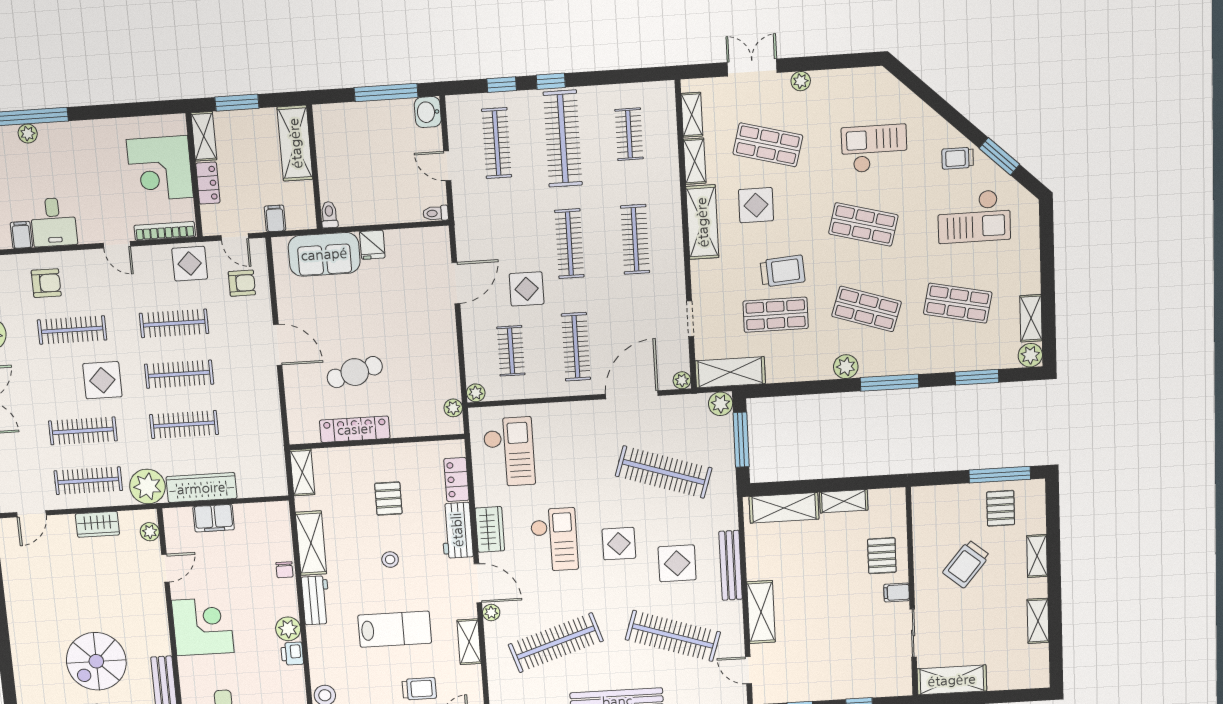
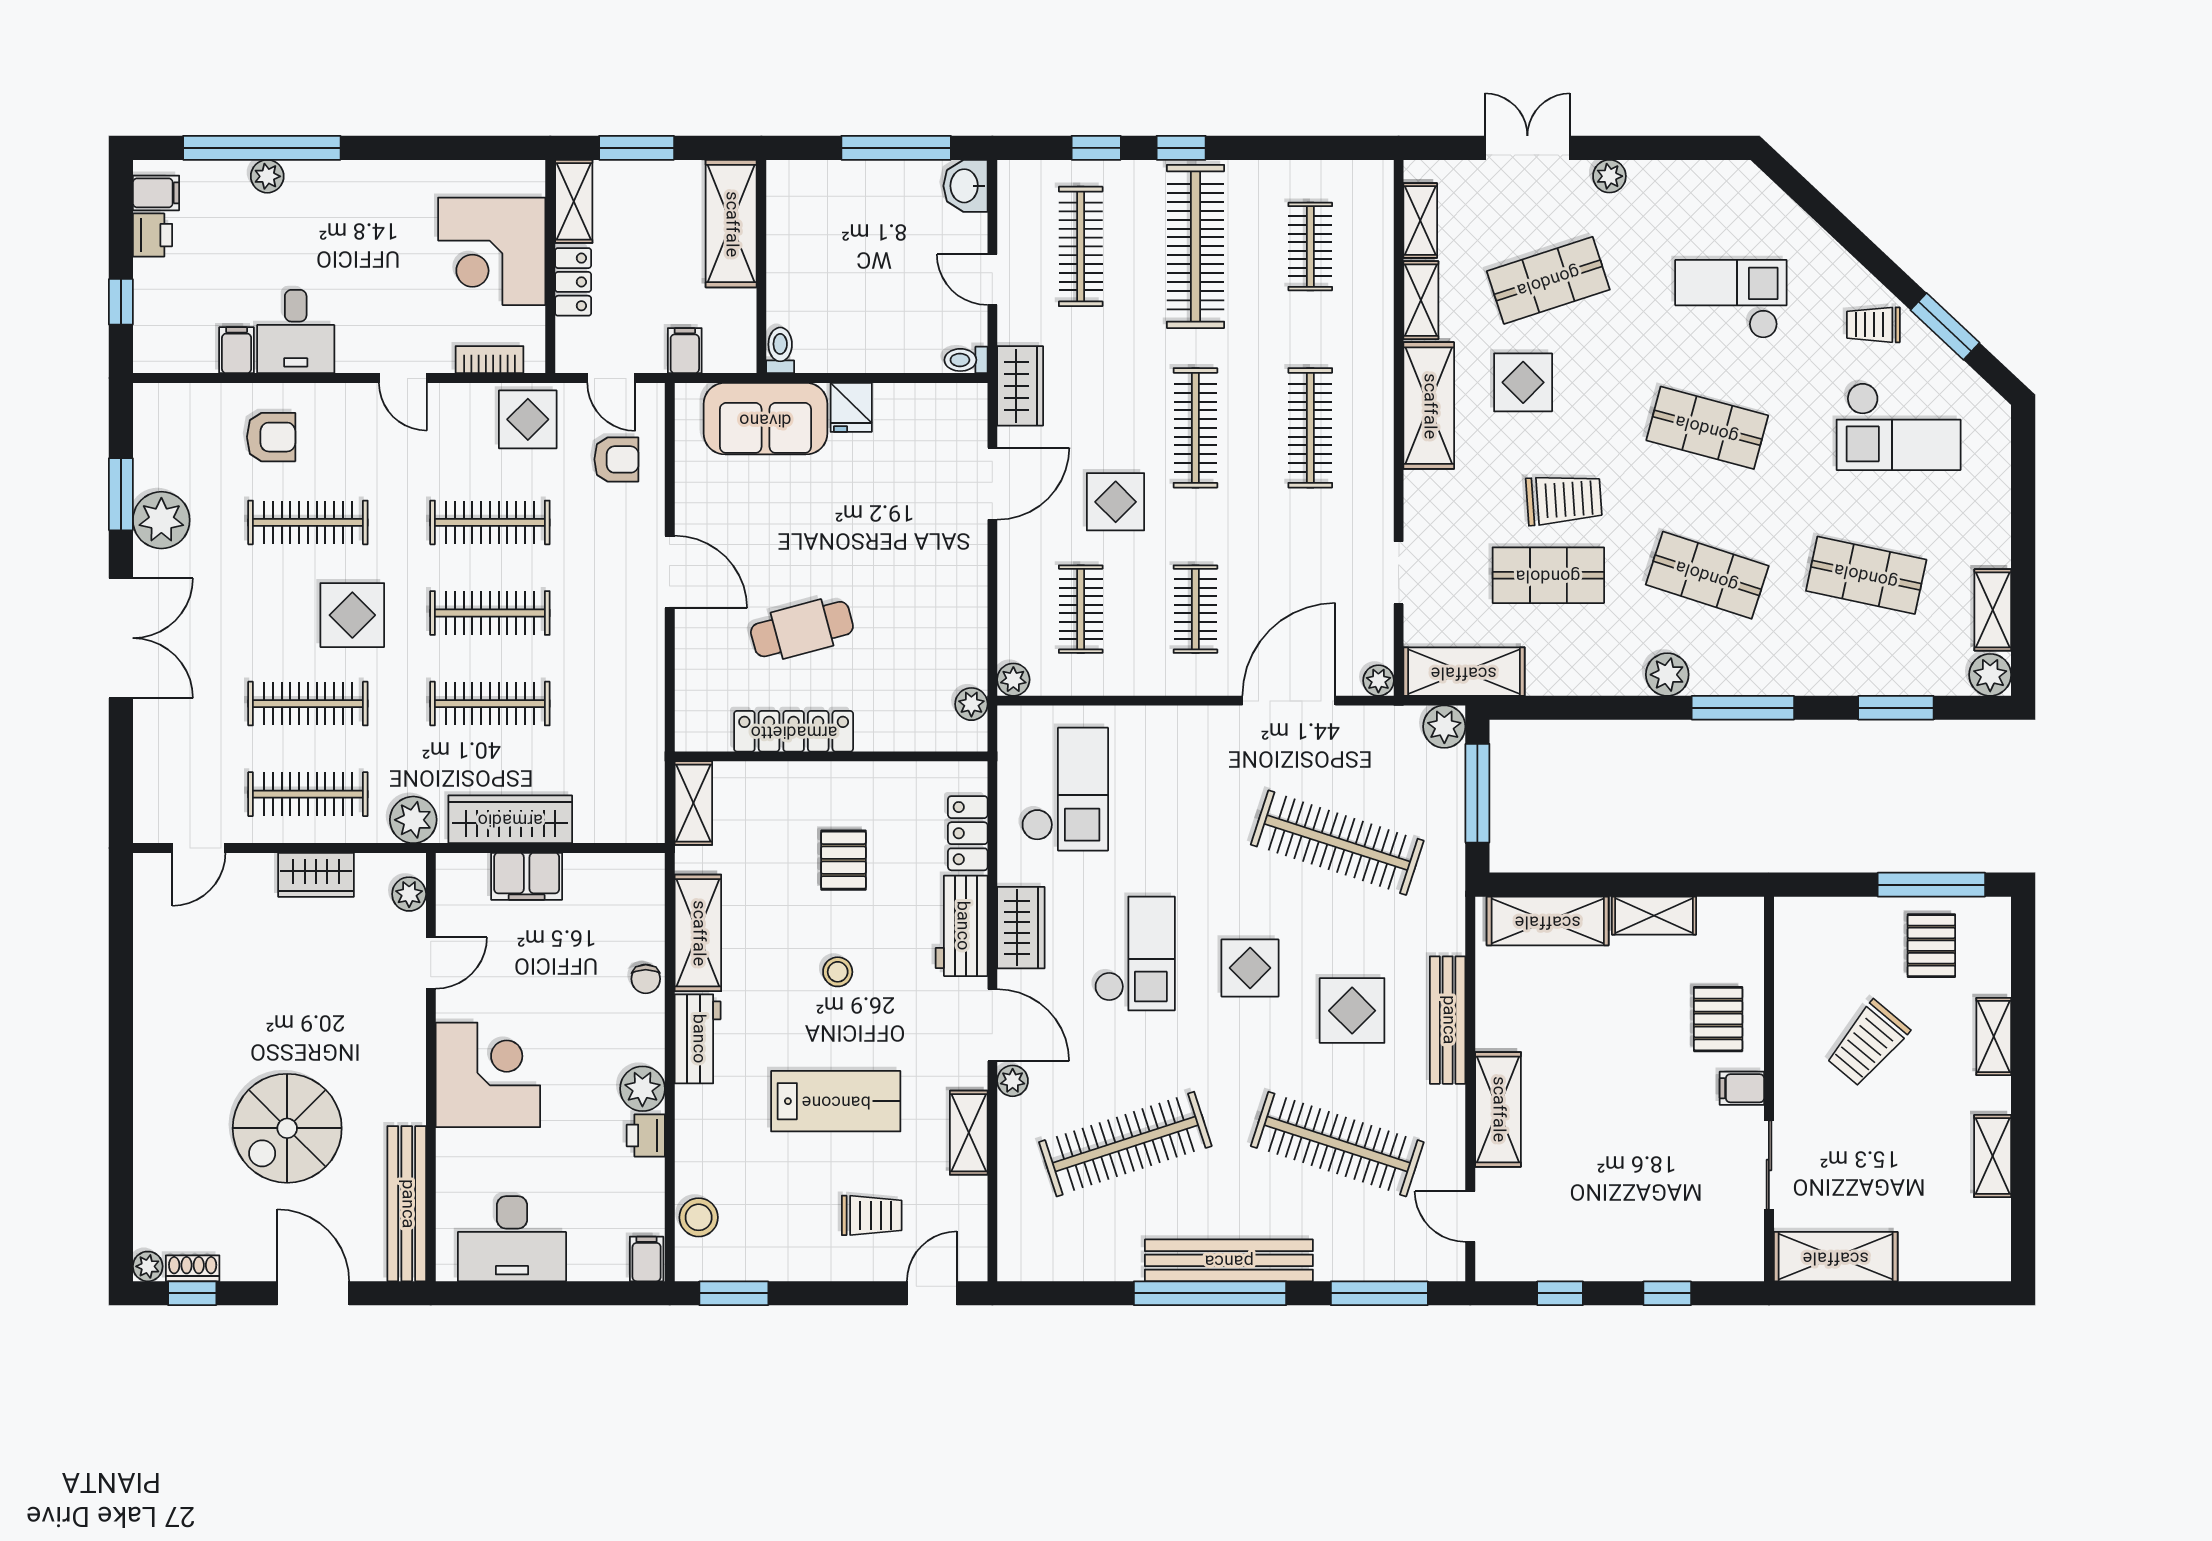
shop shelf: (768, 145) -> (1548, 280), turned -33
wardrobe: (468, 226) -> (1020, 386), added
bookcase: (165, 231) -> (490, 360), width x0.64
clothes rail: (576, 347) -> (1195, 609), width x0.73
plant: (147, 486) -> (413, 820), width x0.73, depth x0.73

